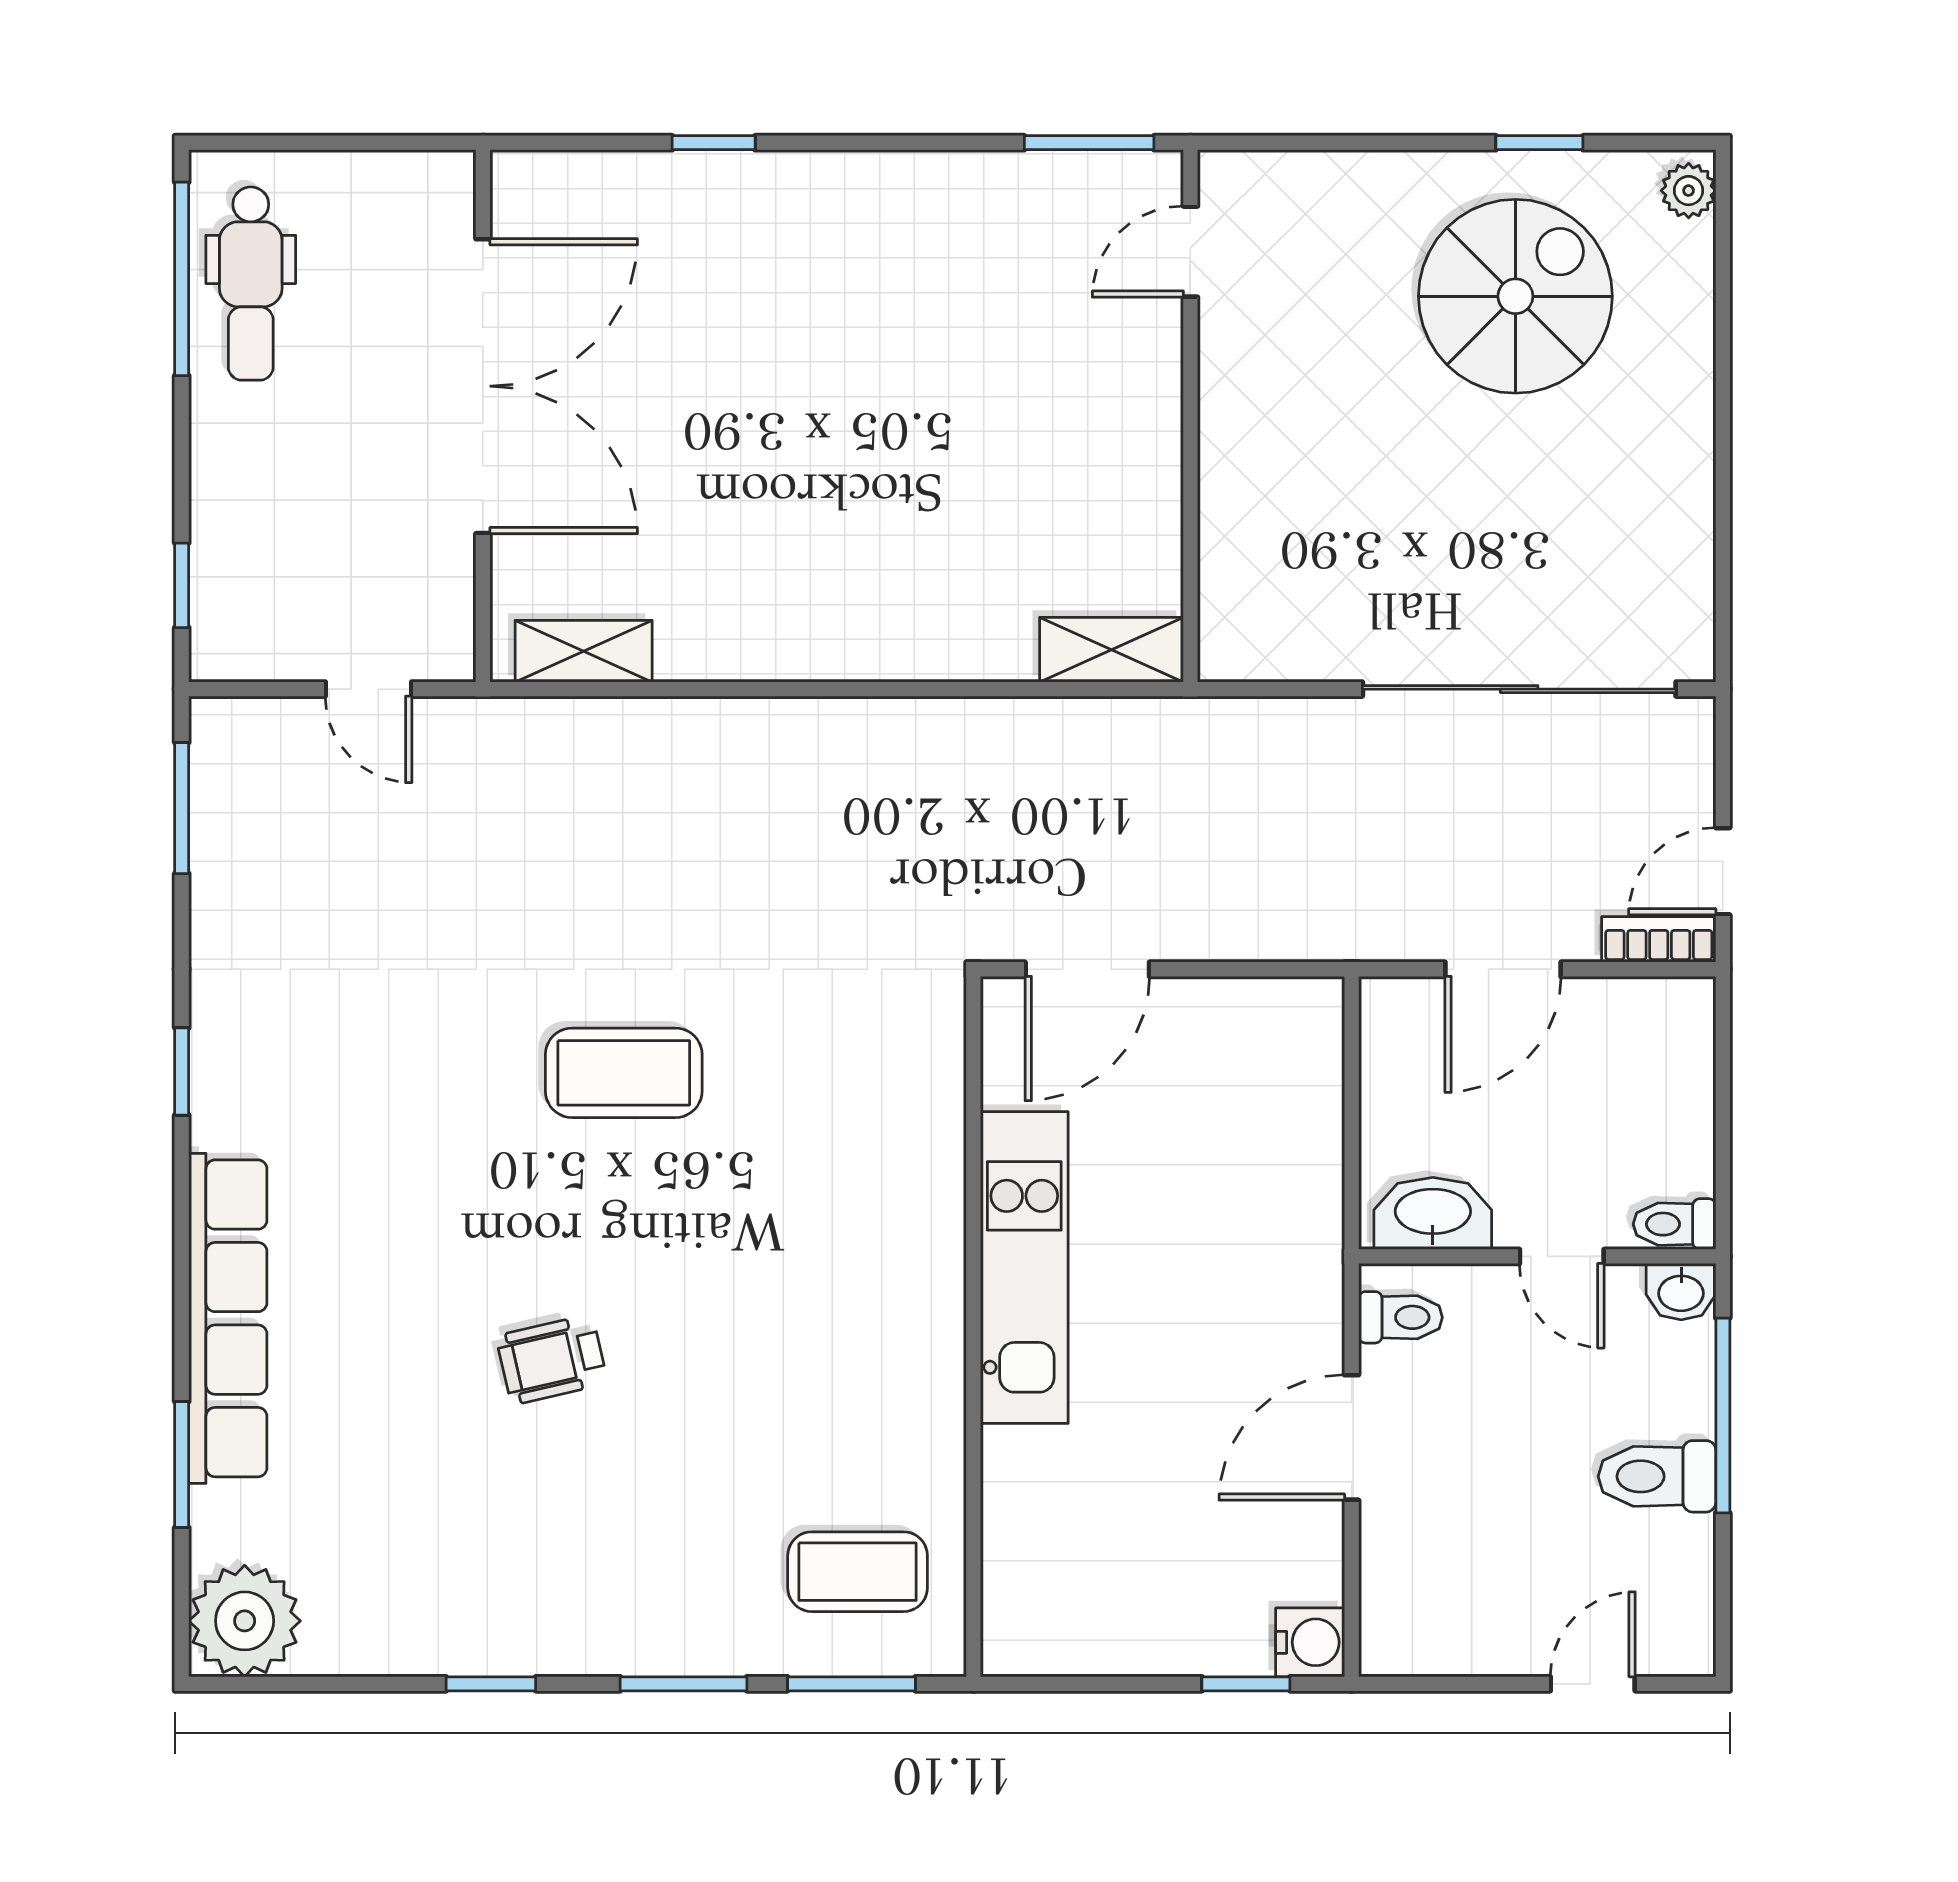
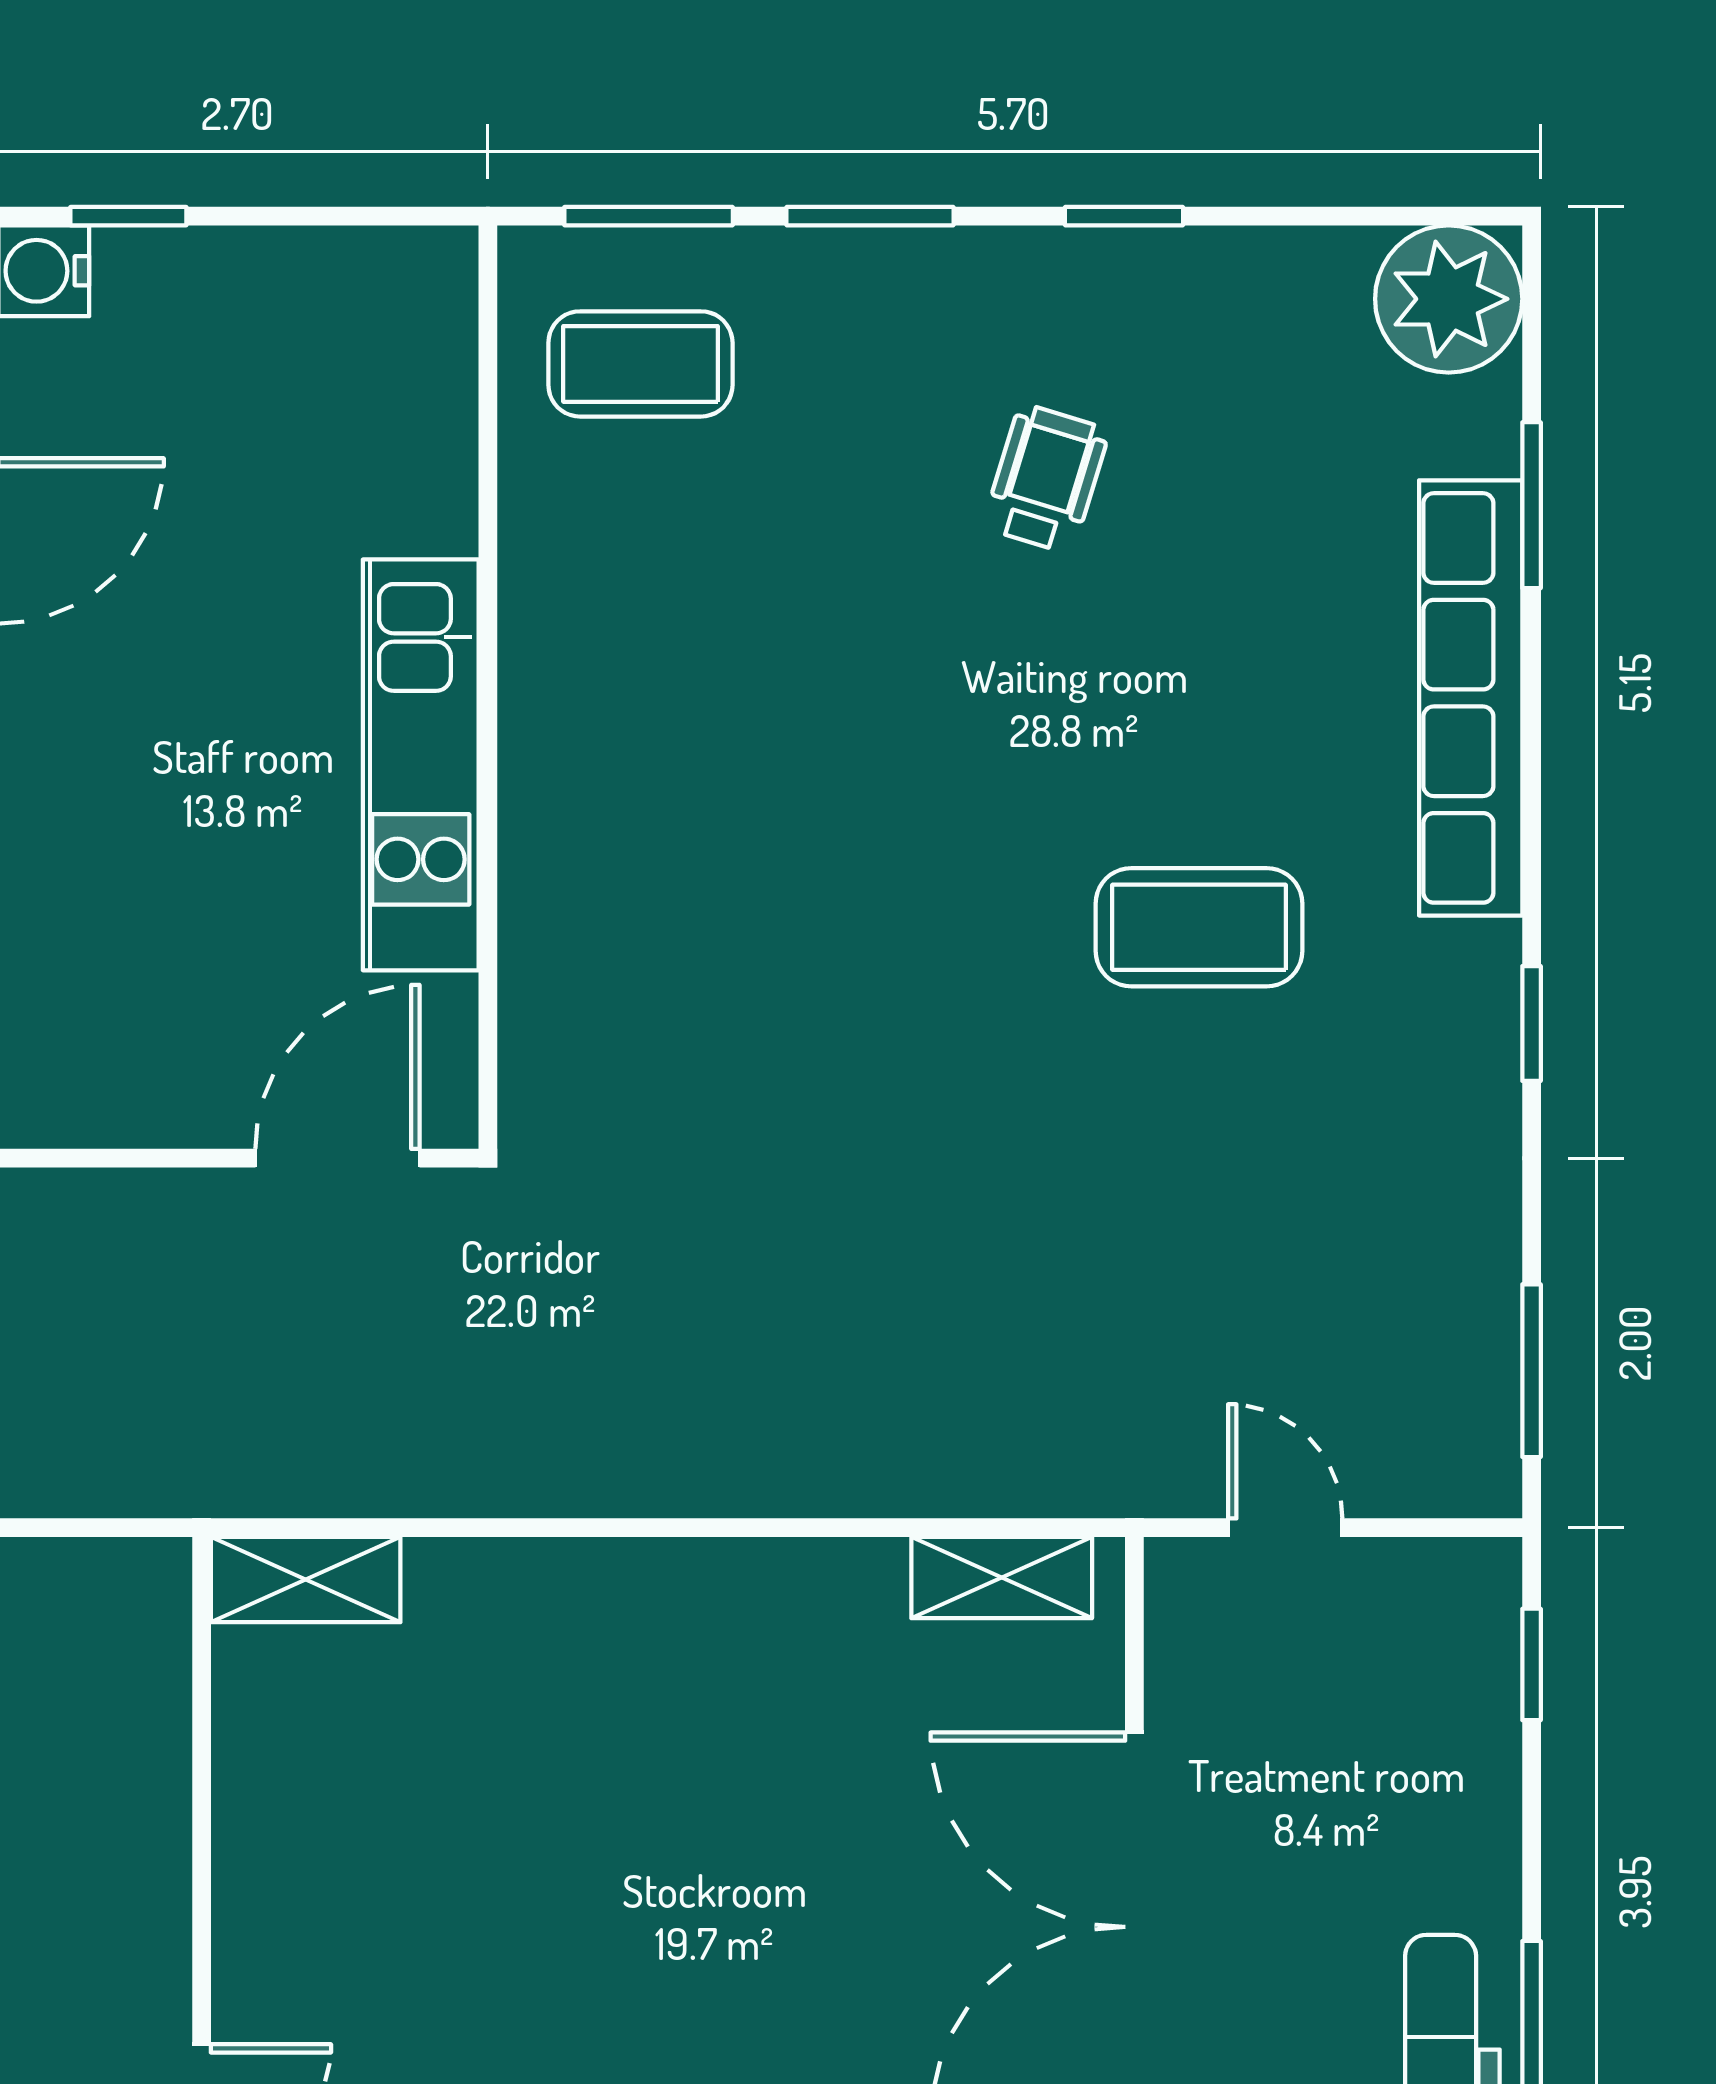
coffee table: (624, 1073) -> (1199, 927), moved
wheelchair: (552, 1360) -> (1046, 479), moved, turned -60

